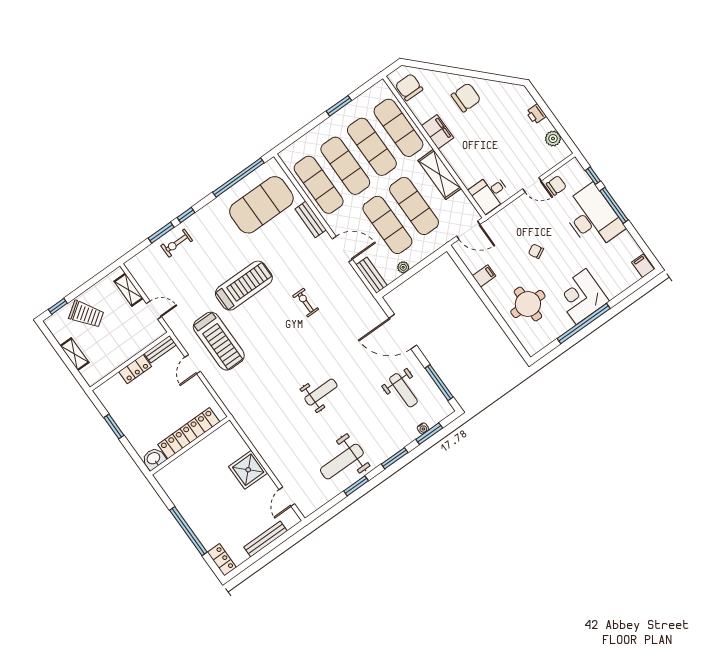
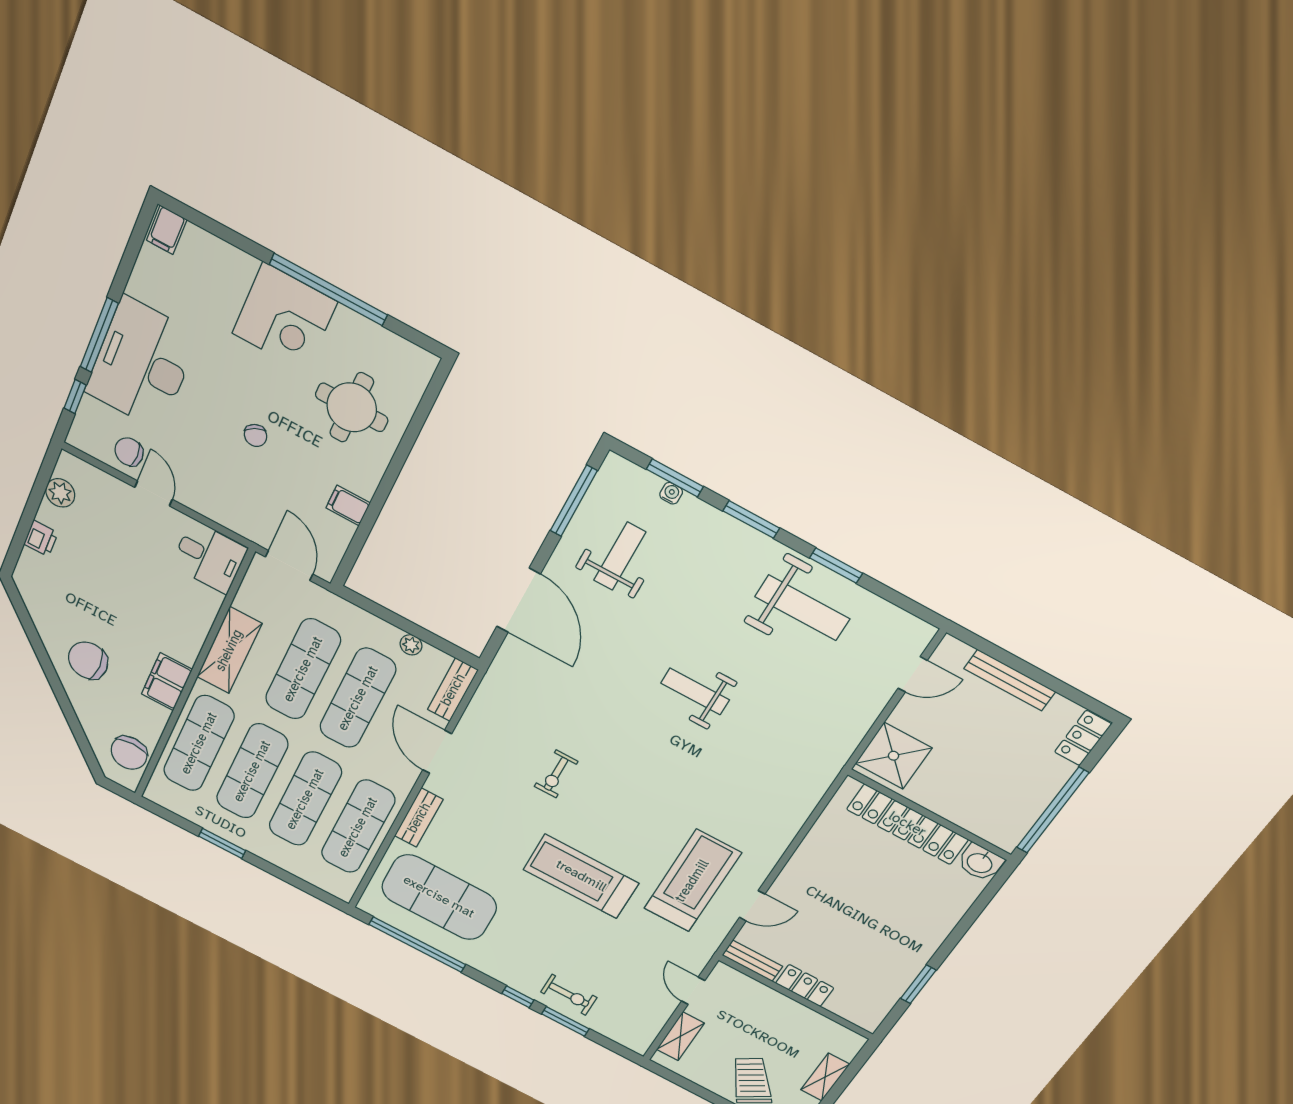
locker: (189, 433) -> (907, 824), moved
wall: (190, 446) -> (929, 815), moved
washbasin: (154, 459) -> (980, 862), moved

